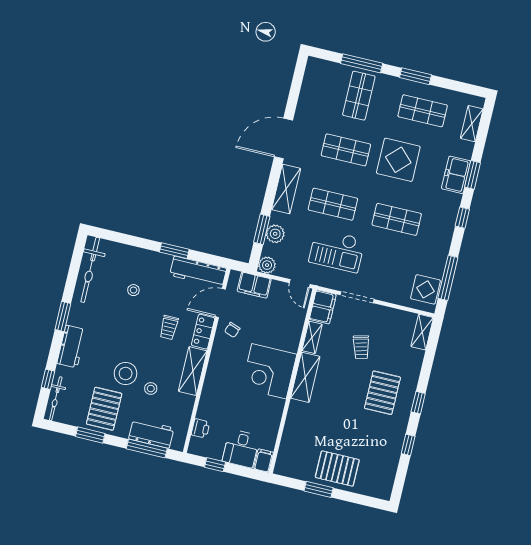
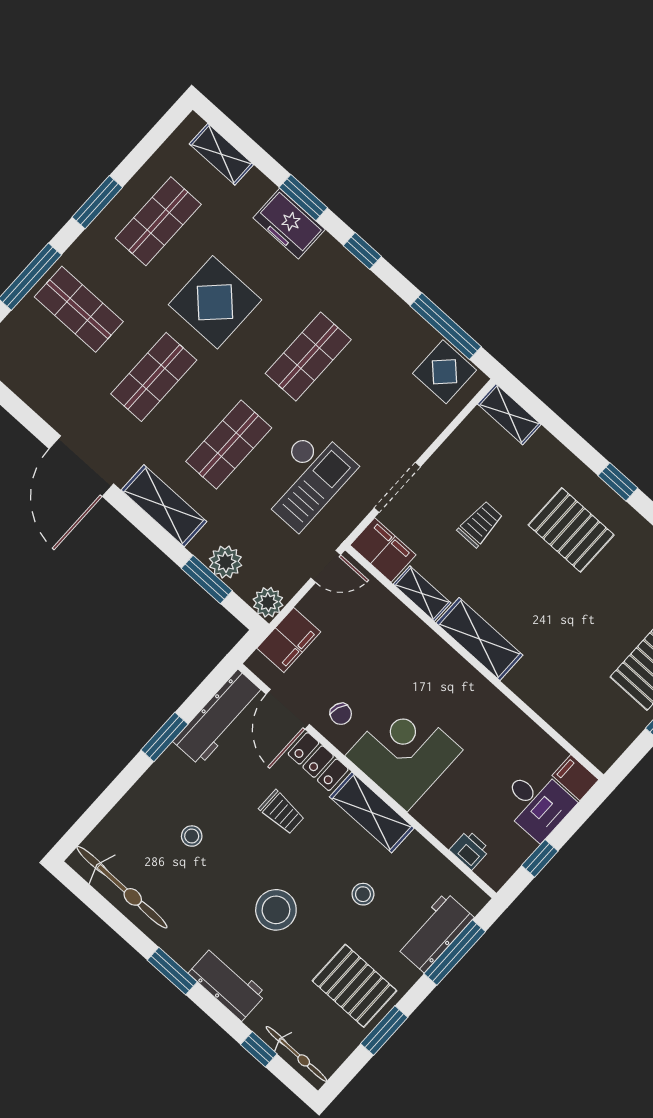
trolley: (361, 347) -> (480, 524), turned -75
corner desk: (269, 371) -> (404, 753), moved, turned 180
stool: (126, 373) -> (276, 910), moved

